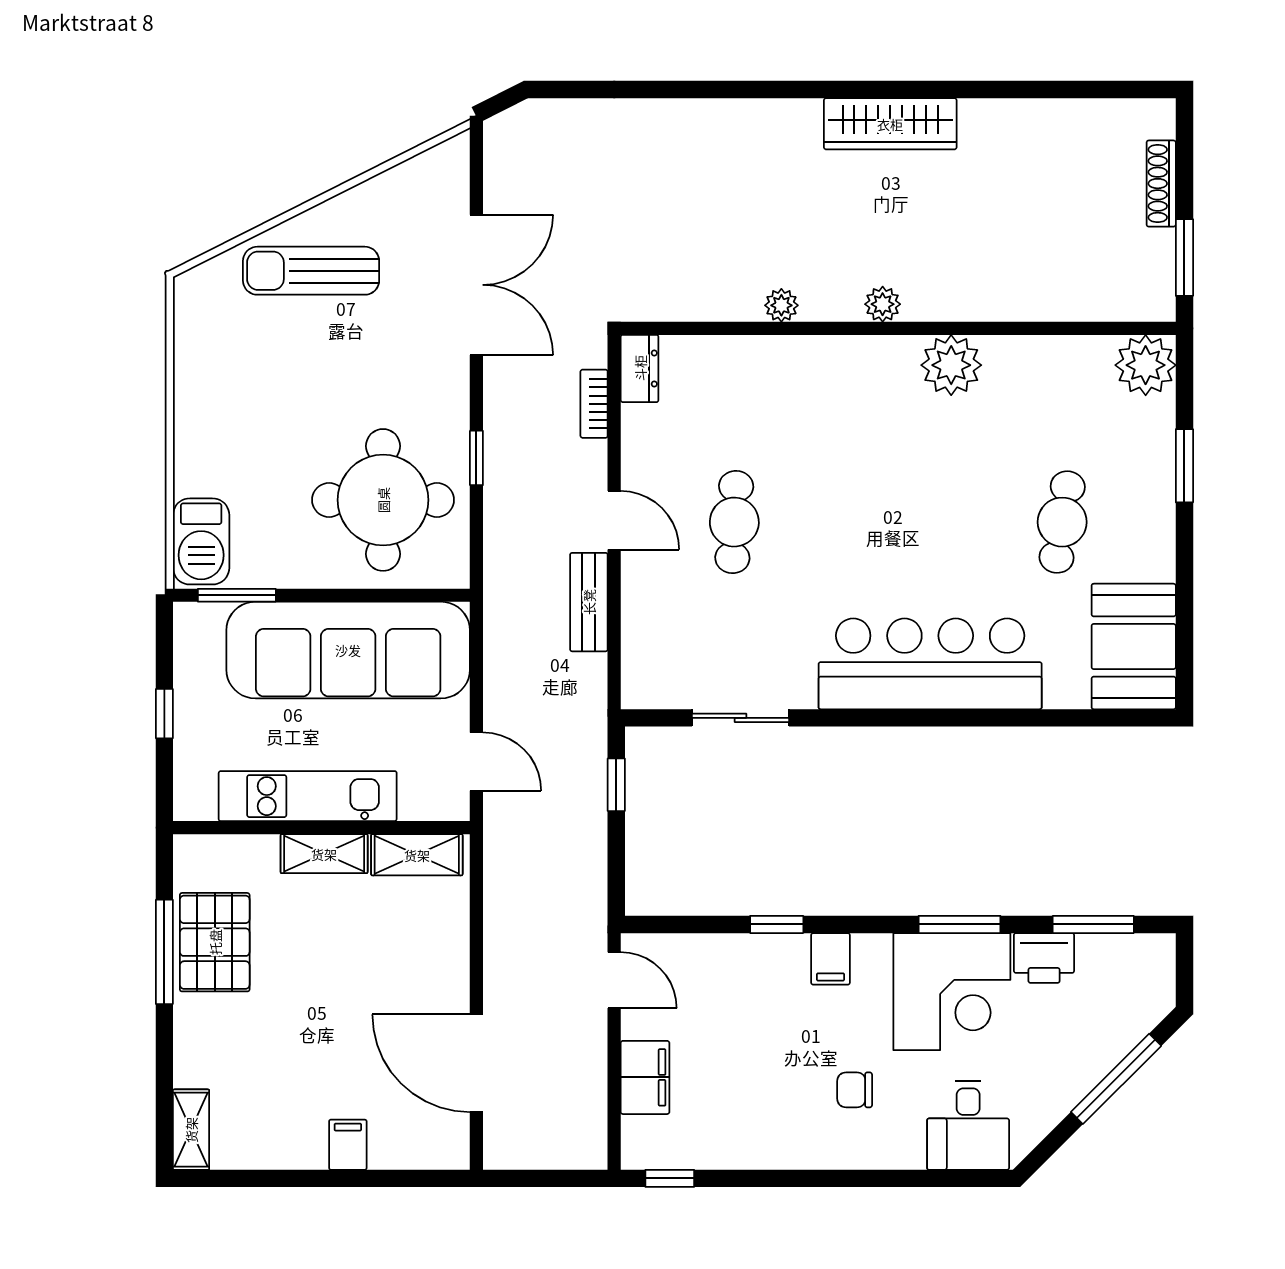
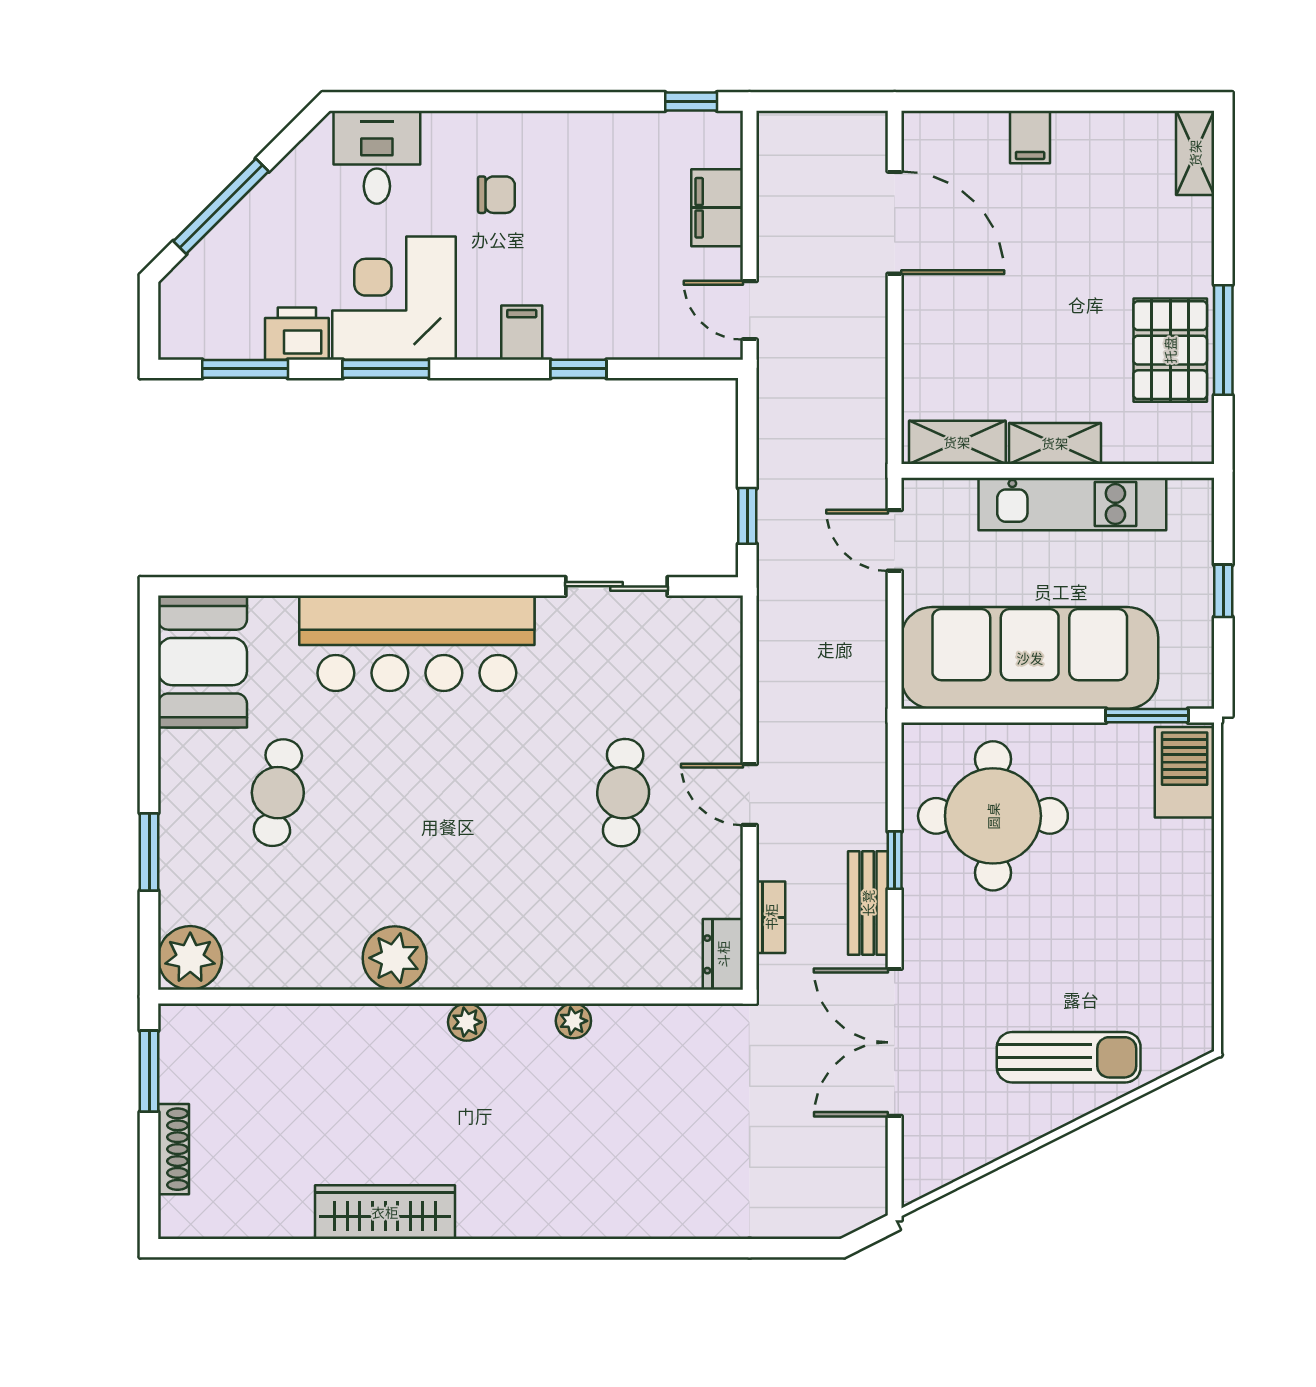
wardrobe: (890, 124) -> (385, 1212), moved
bench: (589, 602) -> (868, 903), moved

